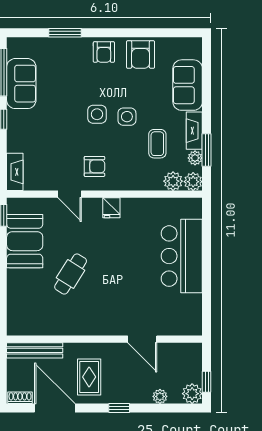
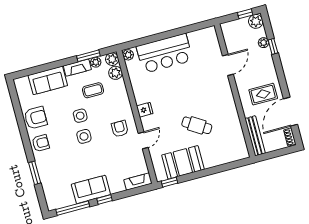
sofa: (21, 84) -> (91, 189), moved
plant: (193, 205) -> (128, 55), added
window: (119, 408) -> (273, 46), moved

